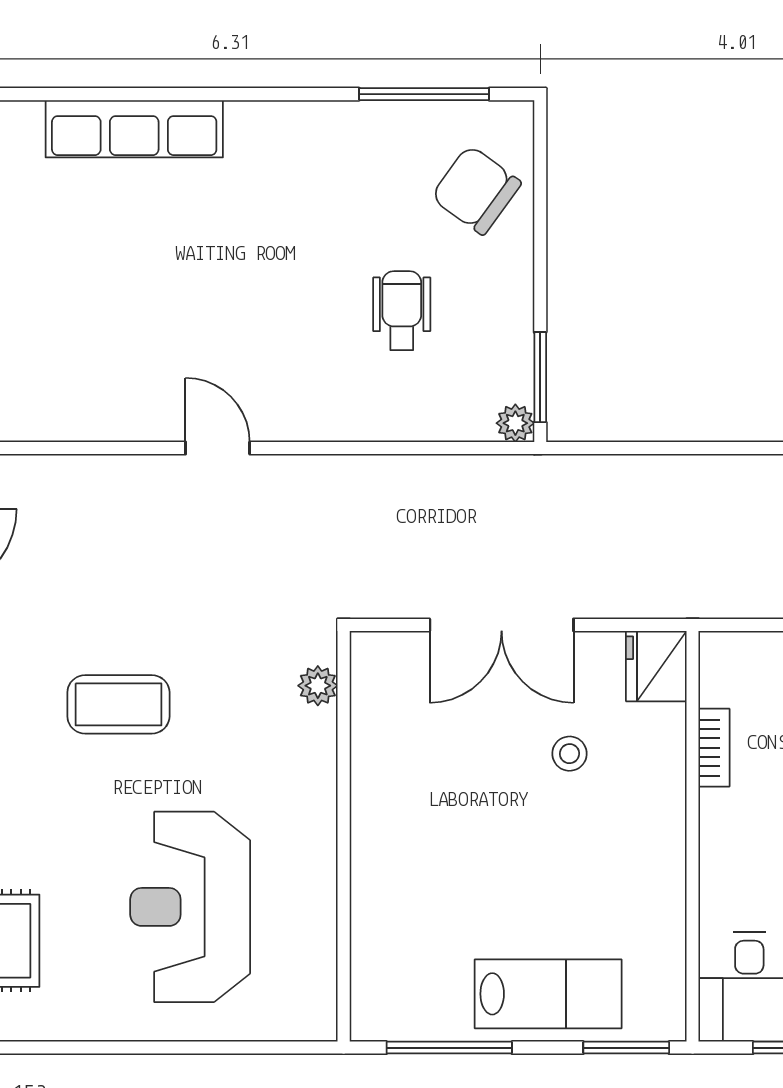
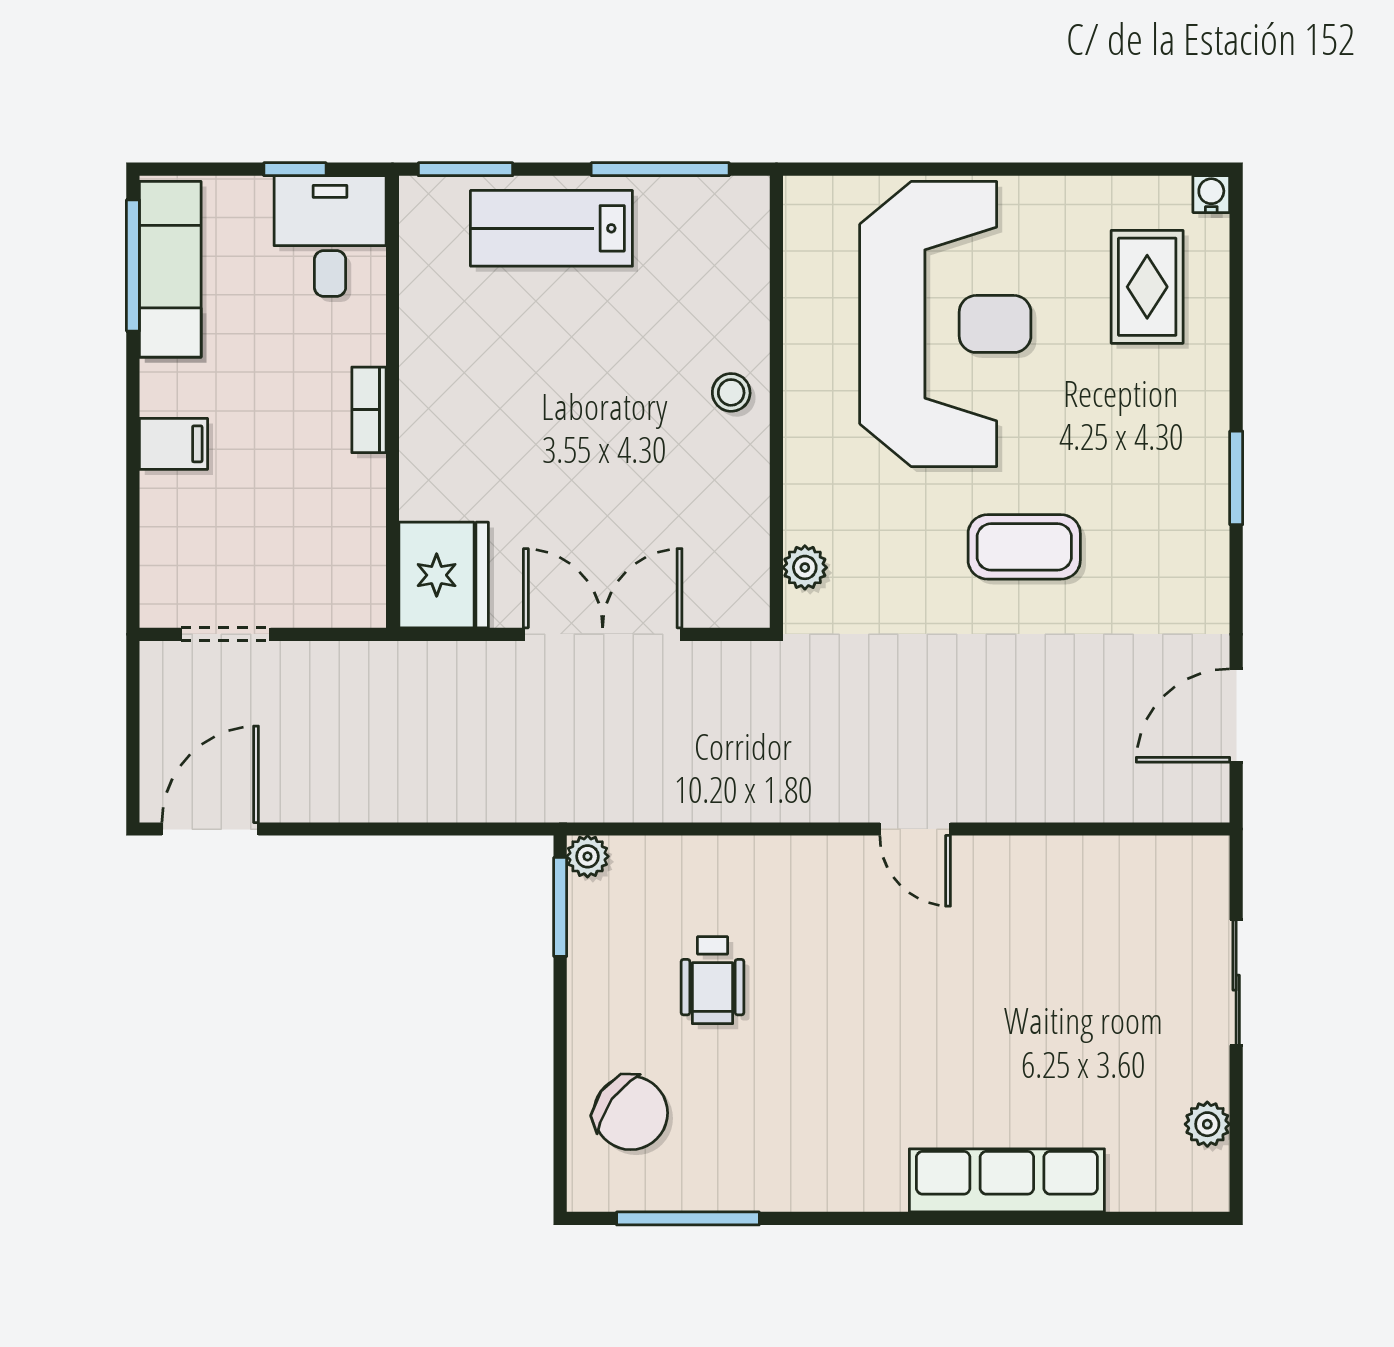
fridge: (656, 666) -> (444, 575), width x1.36, depth x1.34
bookcase: (714, 748) -> (369, 410), moved
stool: (569, 754) -> (731, 392), moved
reception desk: (190, 907) -> (945, 324), width x1.36, depth x1.30

